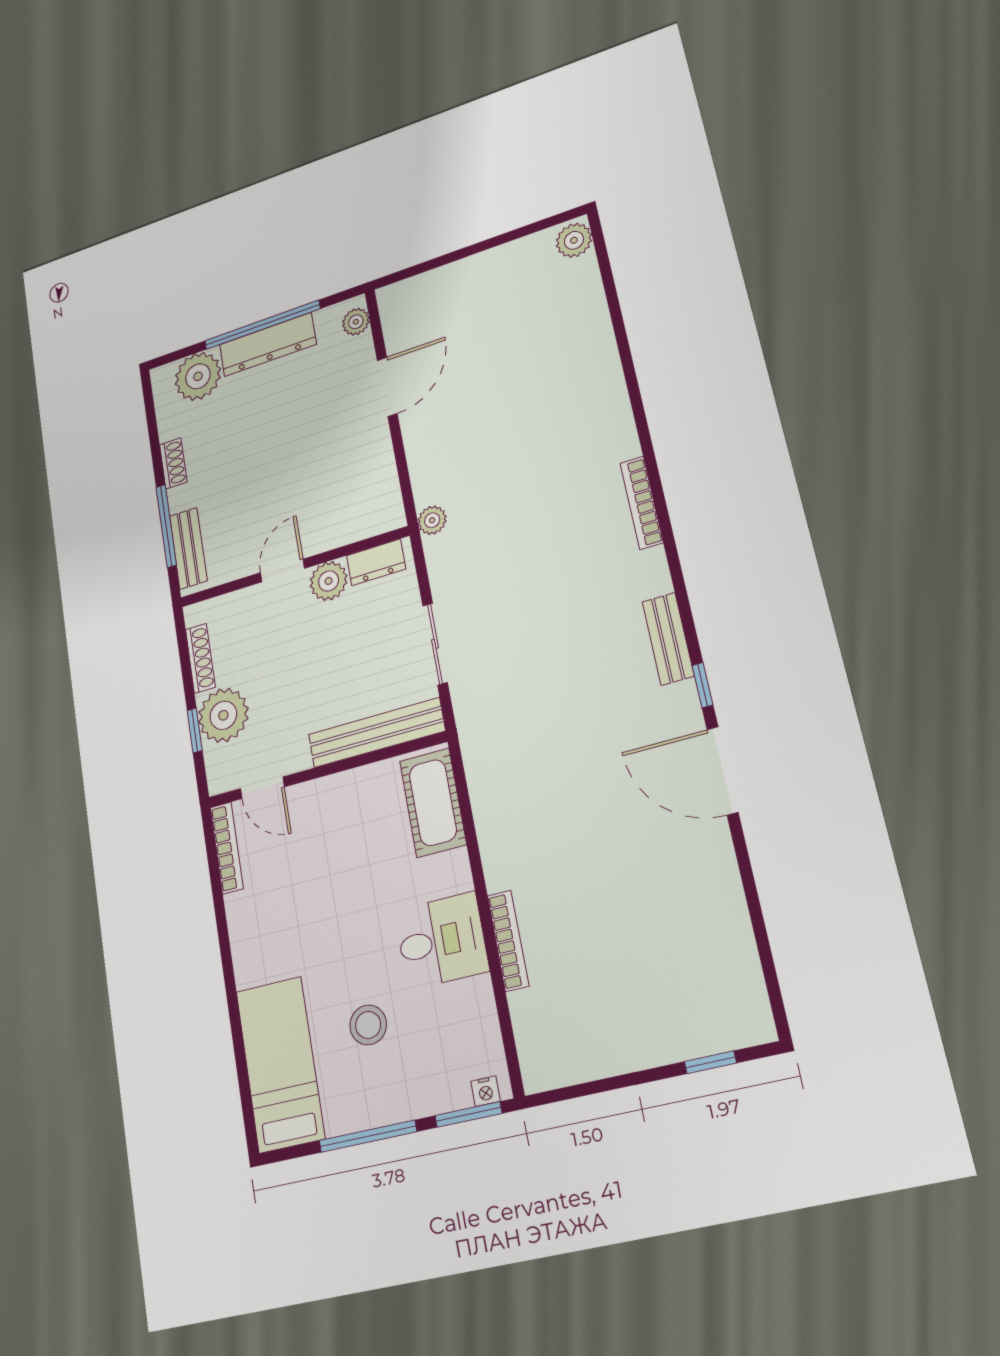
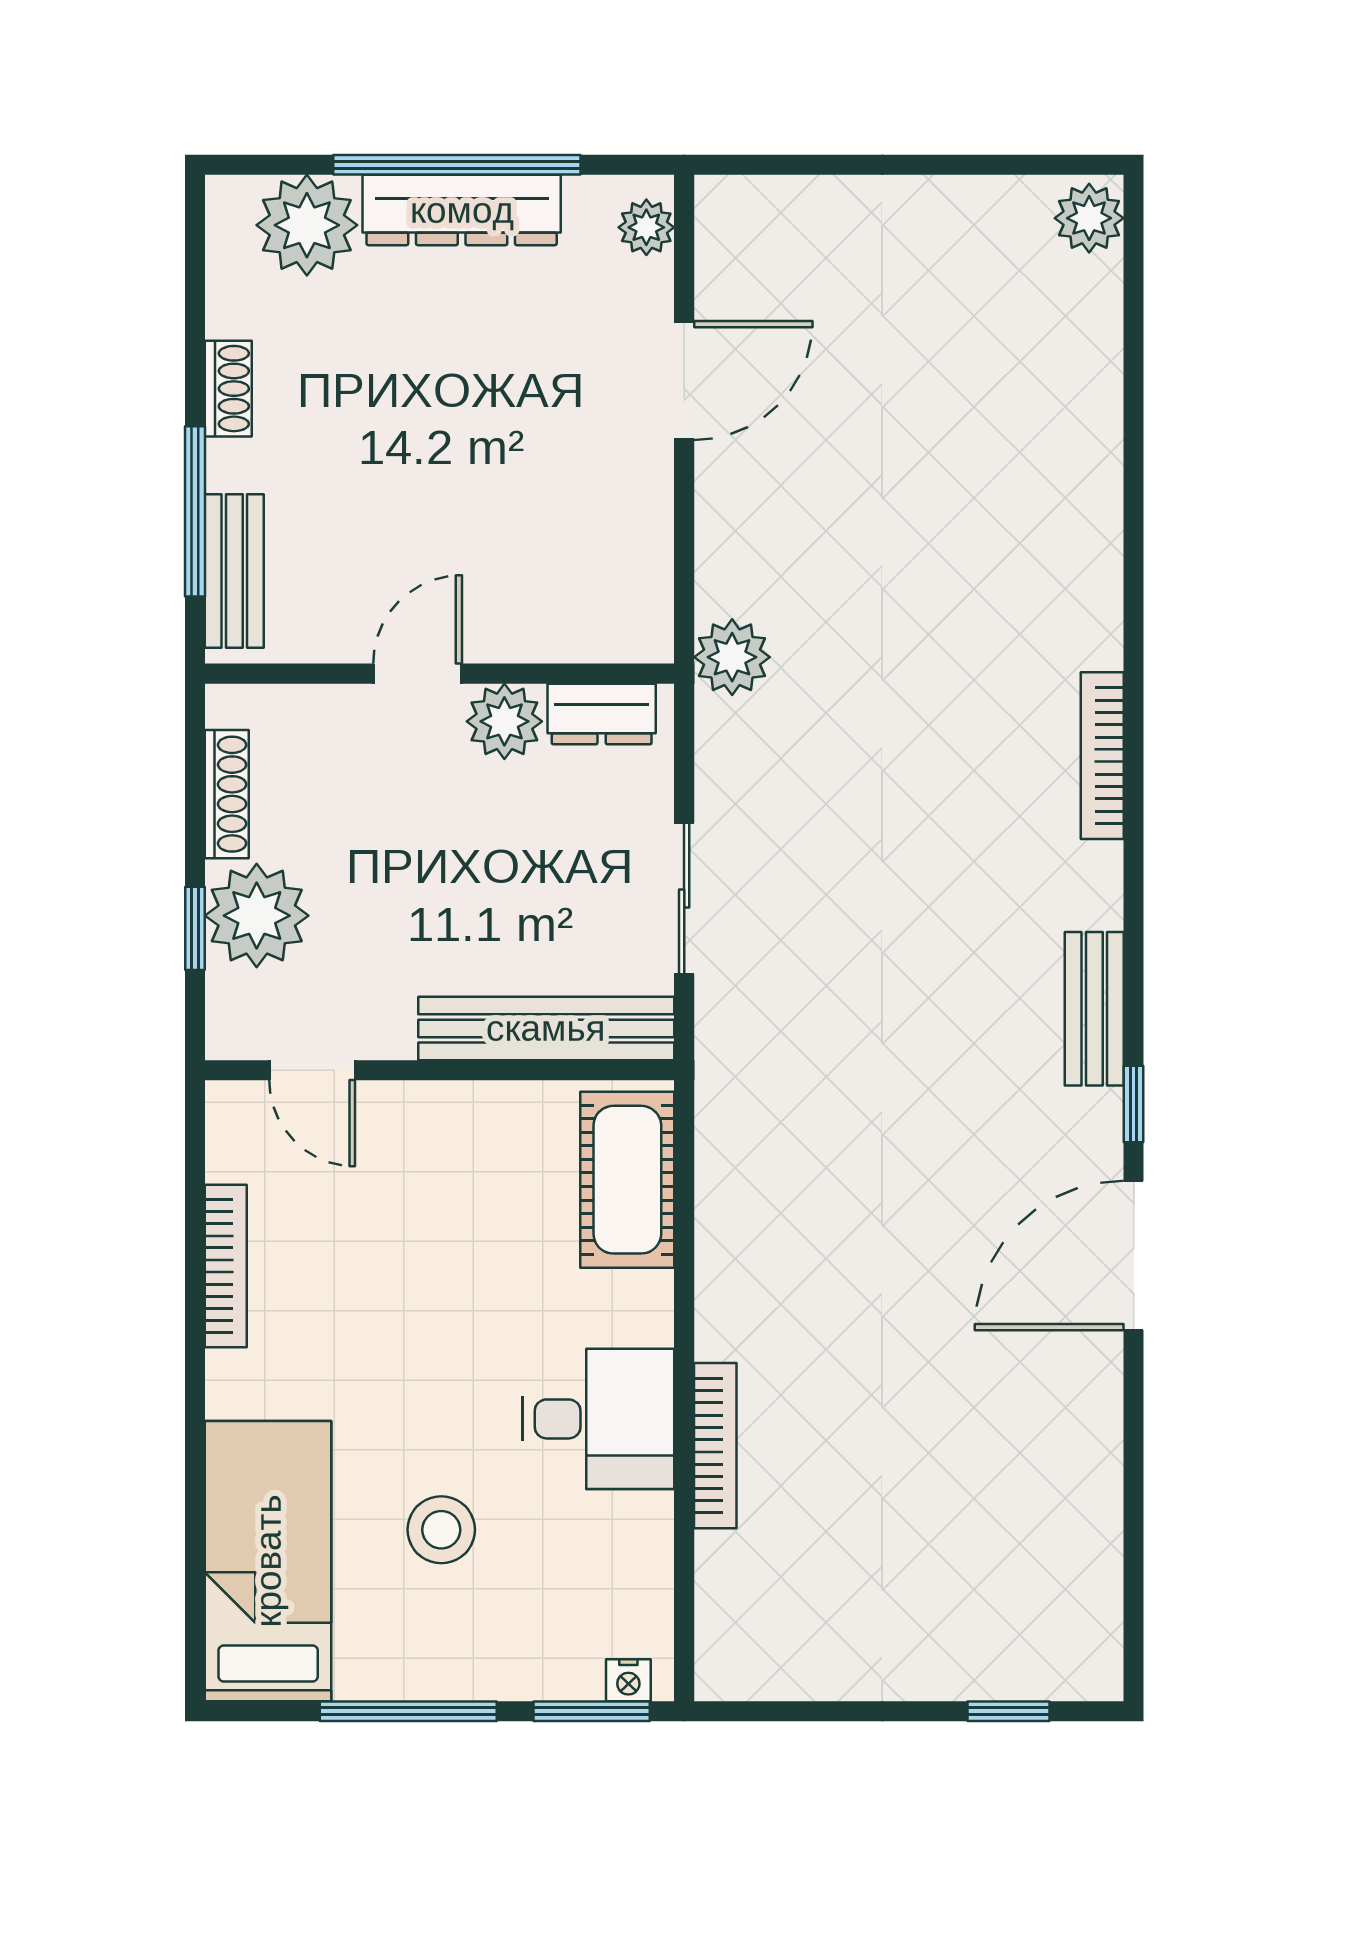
plant: (432, 520) -> (732, 657), width x1.38, depth x1.38
door: (723, 771) -> (1134, 1255), hinge flipped
bookcase: (227, 848) -> (226, 1266), moved

